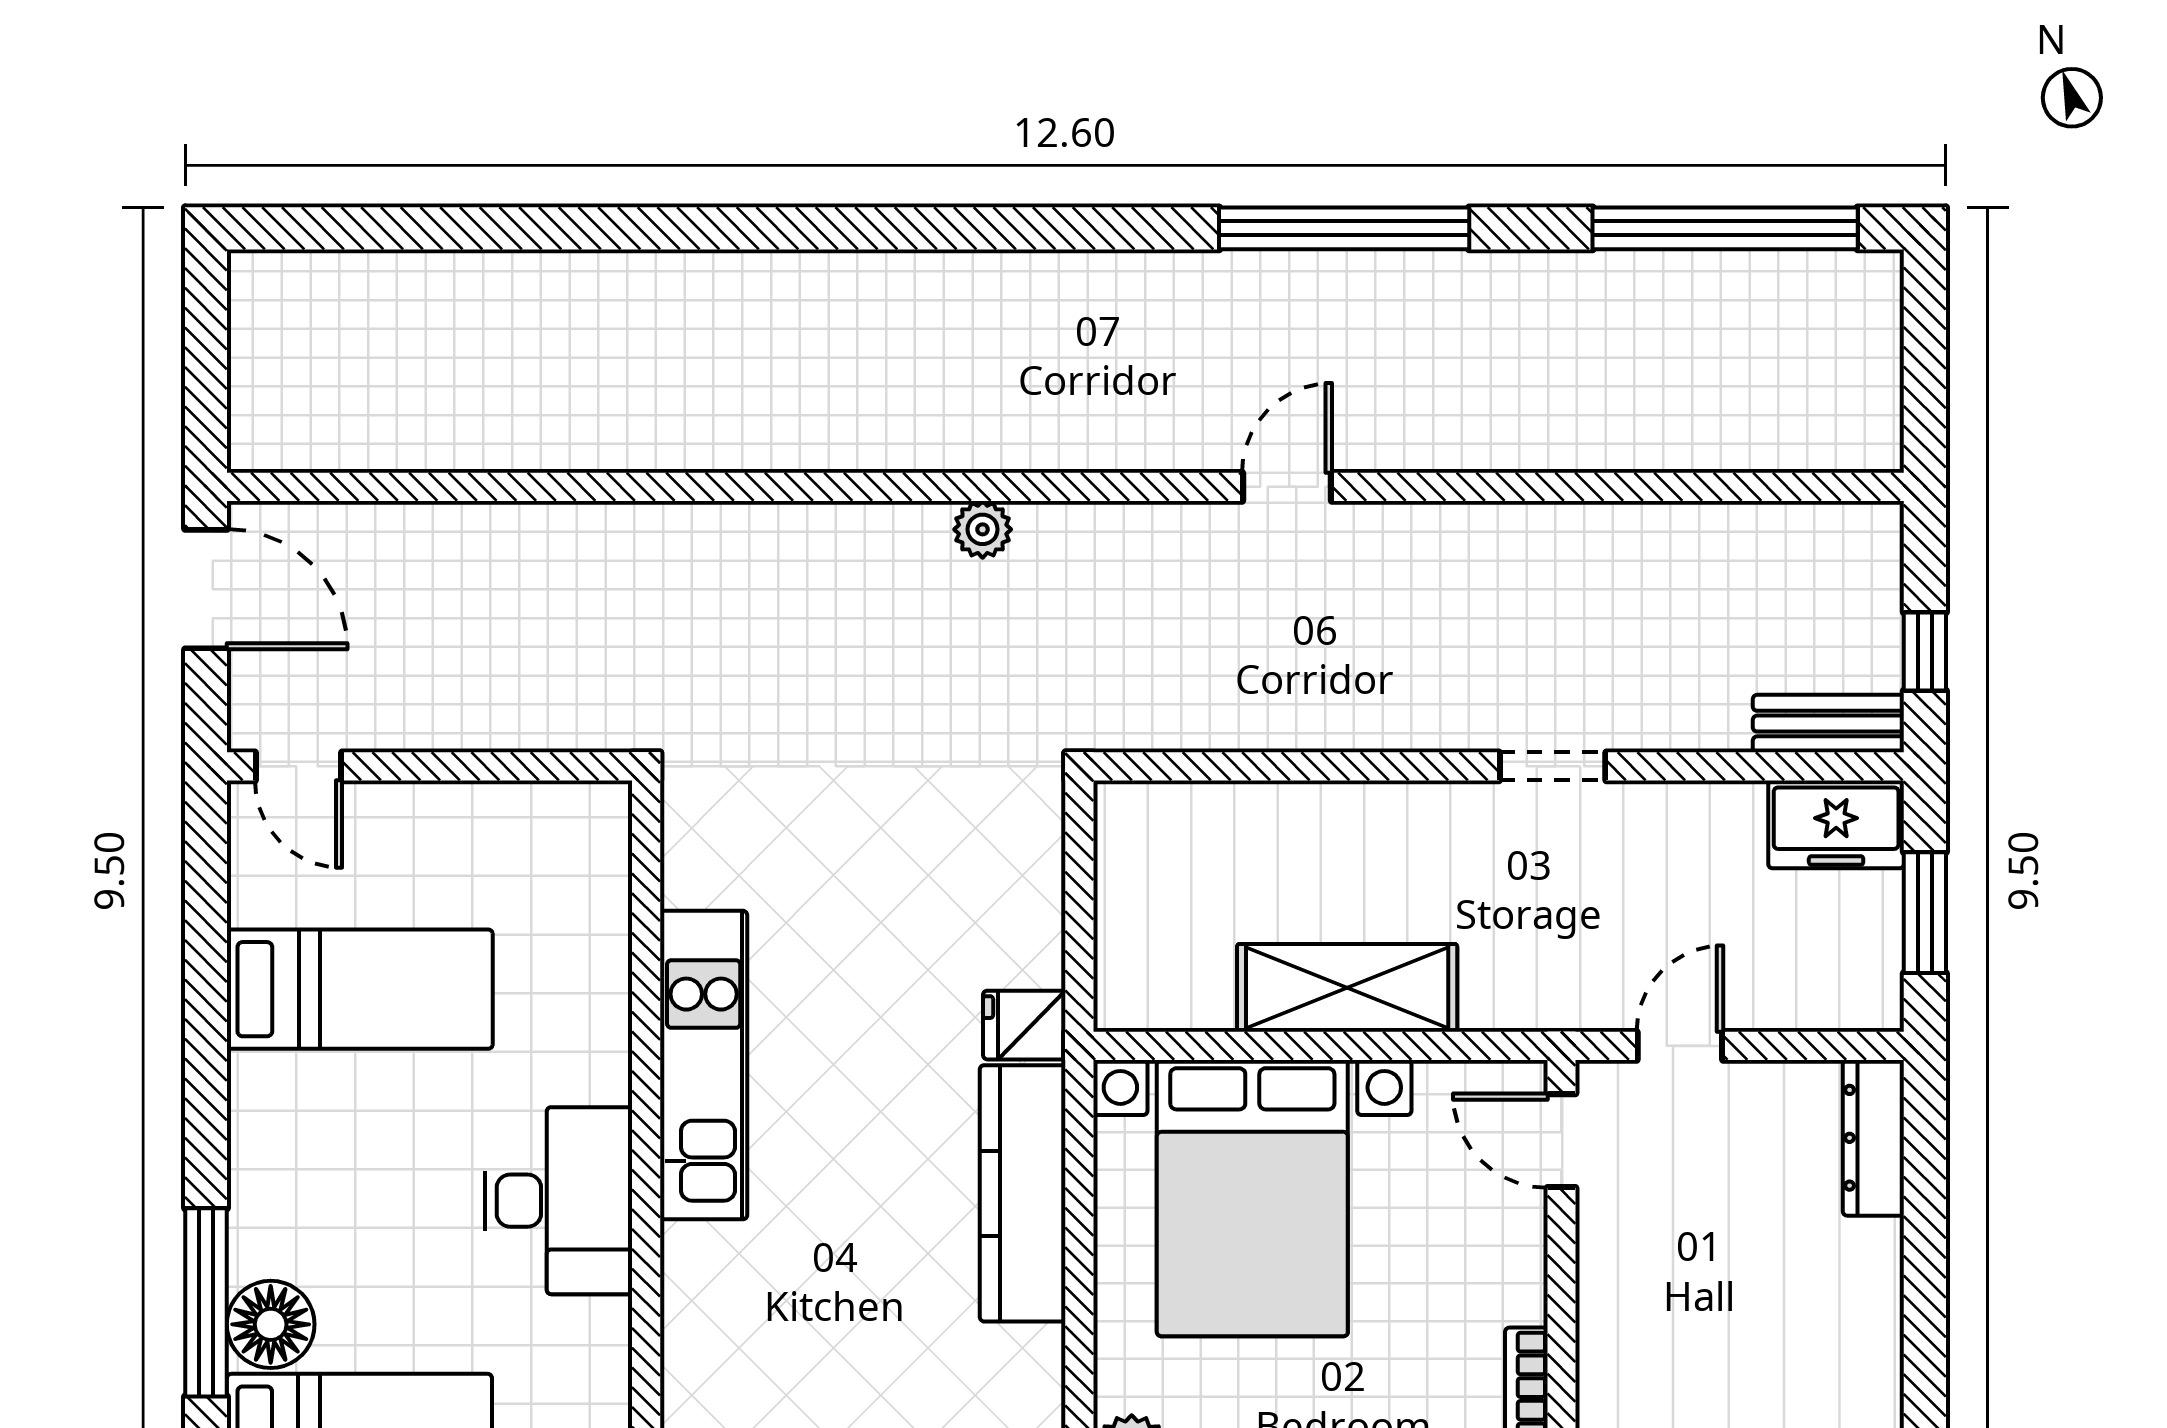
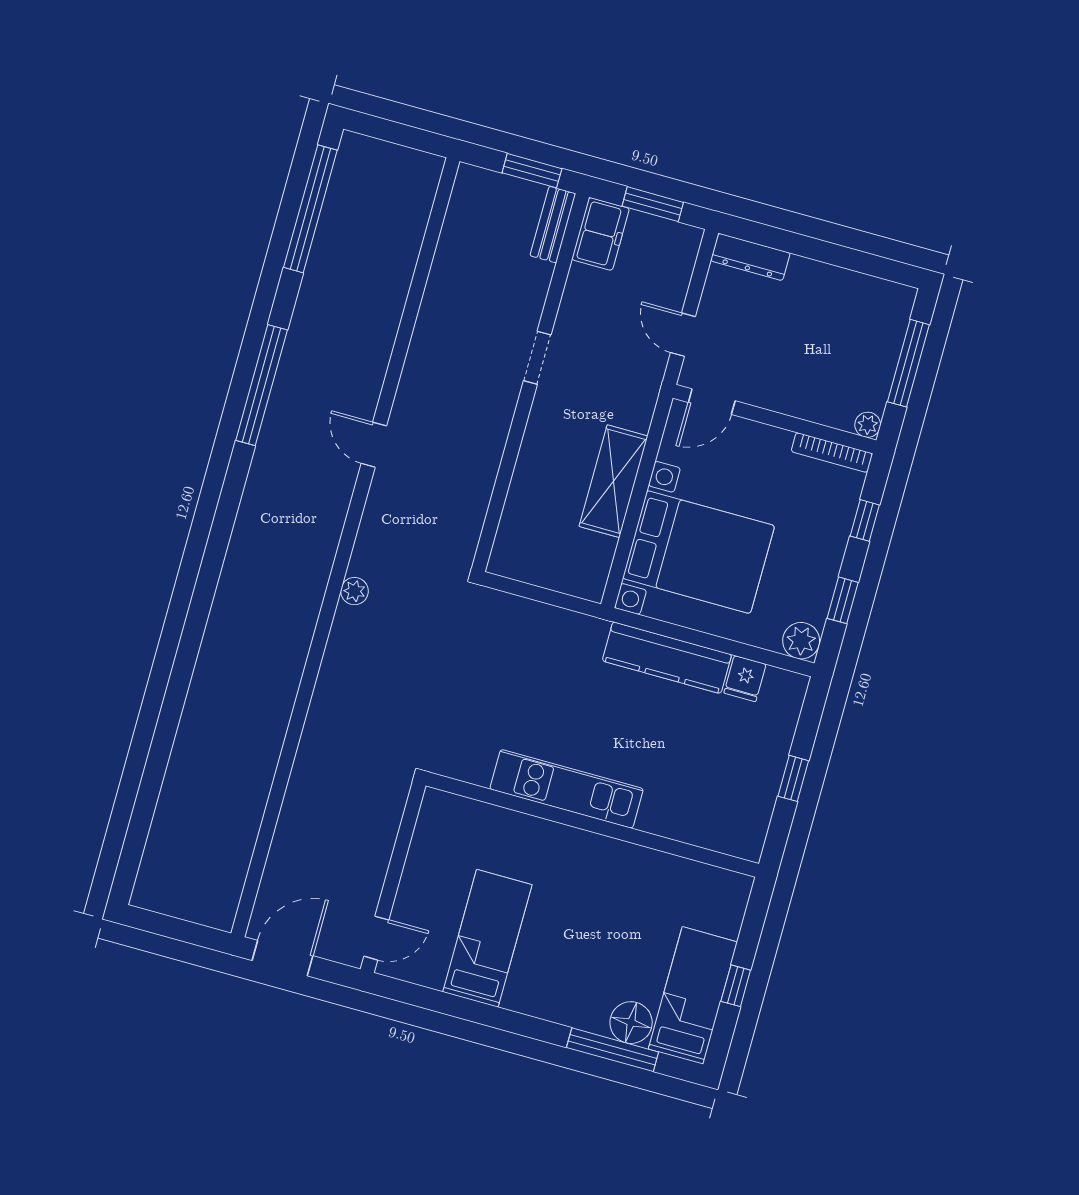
window: (1925, 651) -> (532, 171), width x1.50
fridge: (1024, 1025) -> (745, 679), moved
desk: (559, 1201) -> (611, 873), removed

